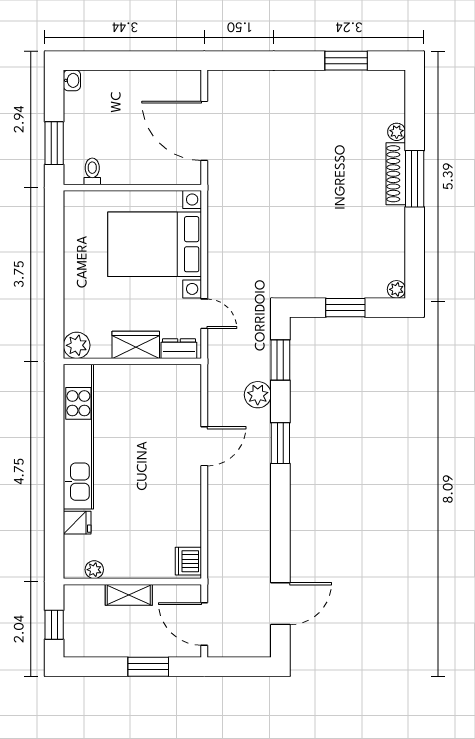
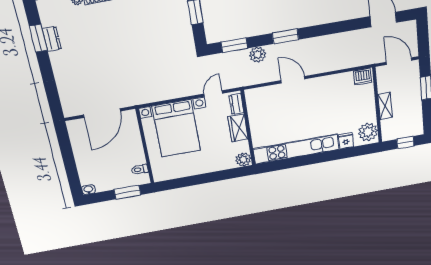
dresser: (341, 81) -> (52, 39), added
plant: (94, 570) -> (368, 132), width x1.87, depth x1.87
door: (204, 624) -> (399, 61), swing flipped

